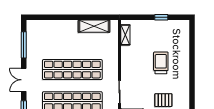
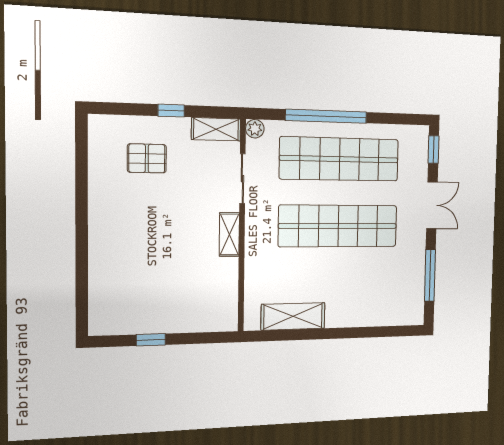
shelving: (125, 35) -> (229, 234), moved
trolley: (161, 63) -> (152, 241), removed

